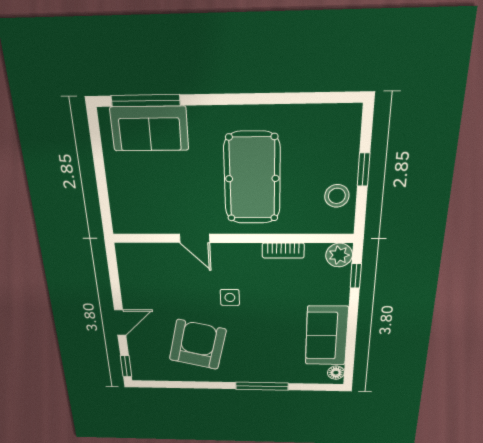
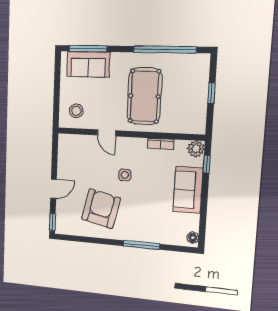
window: (283, 98) -> (165, 50), added
stool: (337, 196) -> (76, 111), moved
sofa: (327, 336) -> (188, 190), moved

